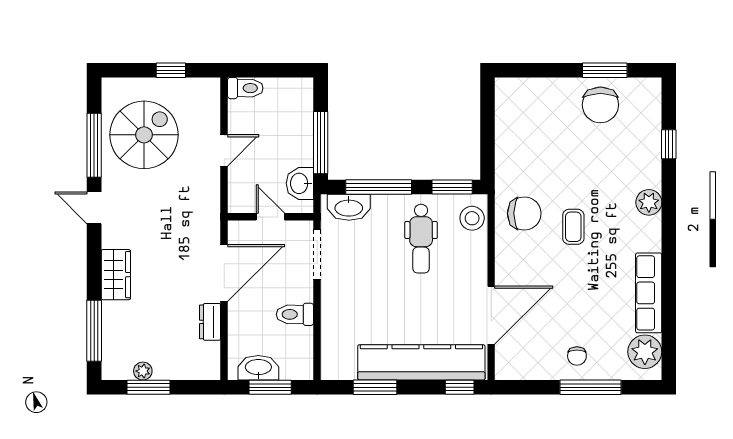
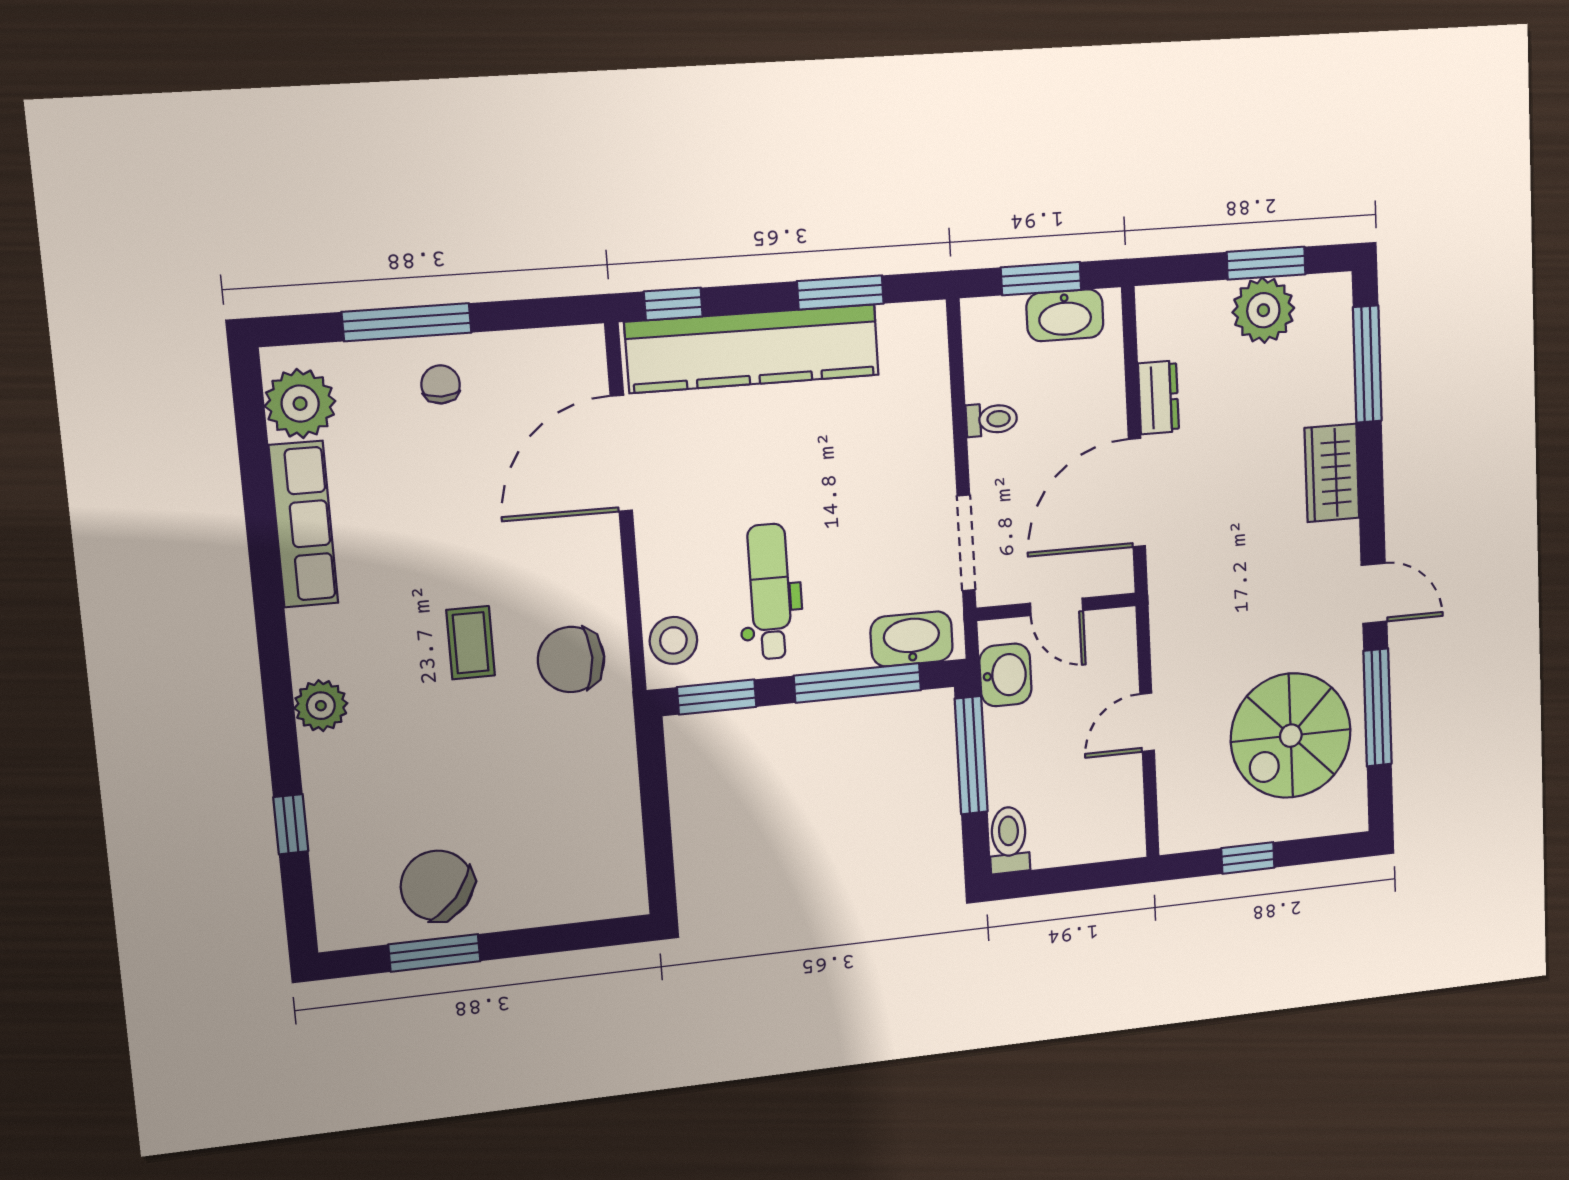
toilet: (245, 88) -> (1009, 840), moved, turned 90
chair: (600, 105) -> (437, 885), turned -50
toilet: (295, 314) -> (991, 419), width x0.73, depth x0.72
plant: (143, 371) -> (1263, 310), width x1.87, depth x1.87

